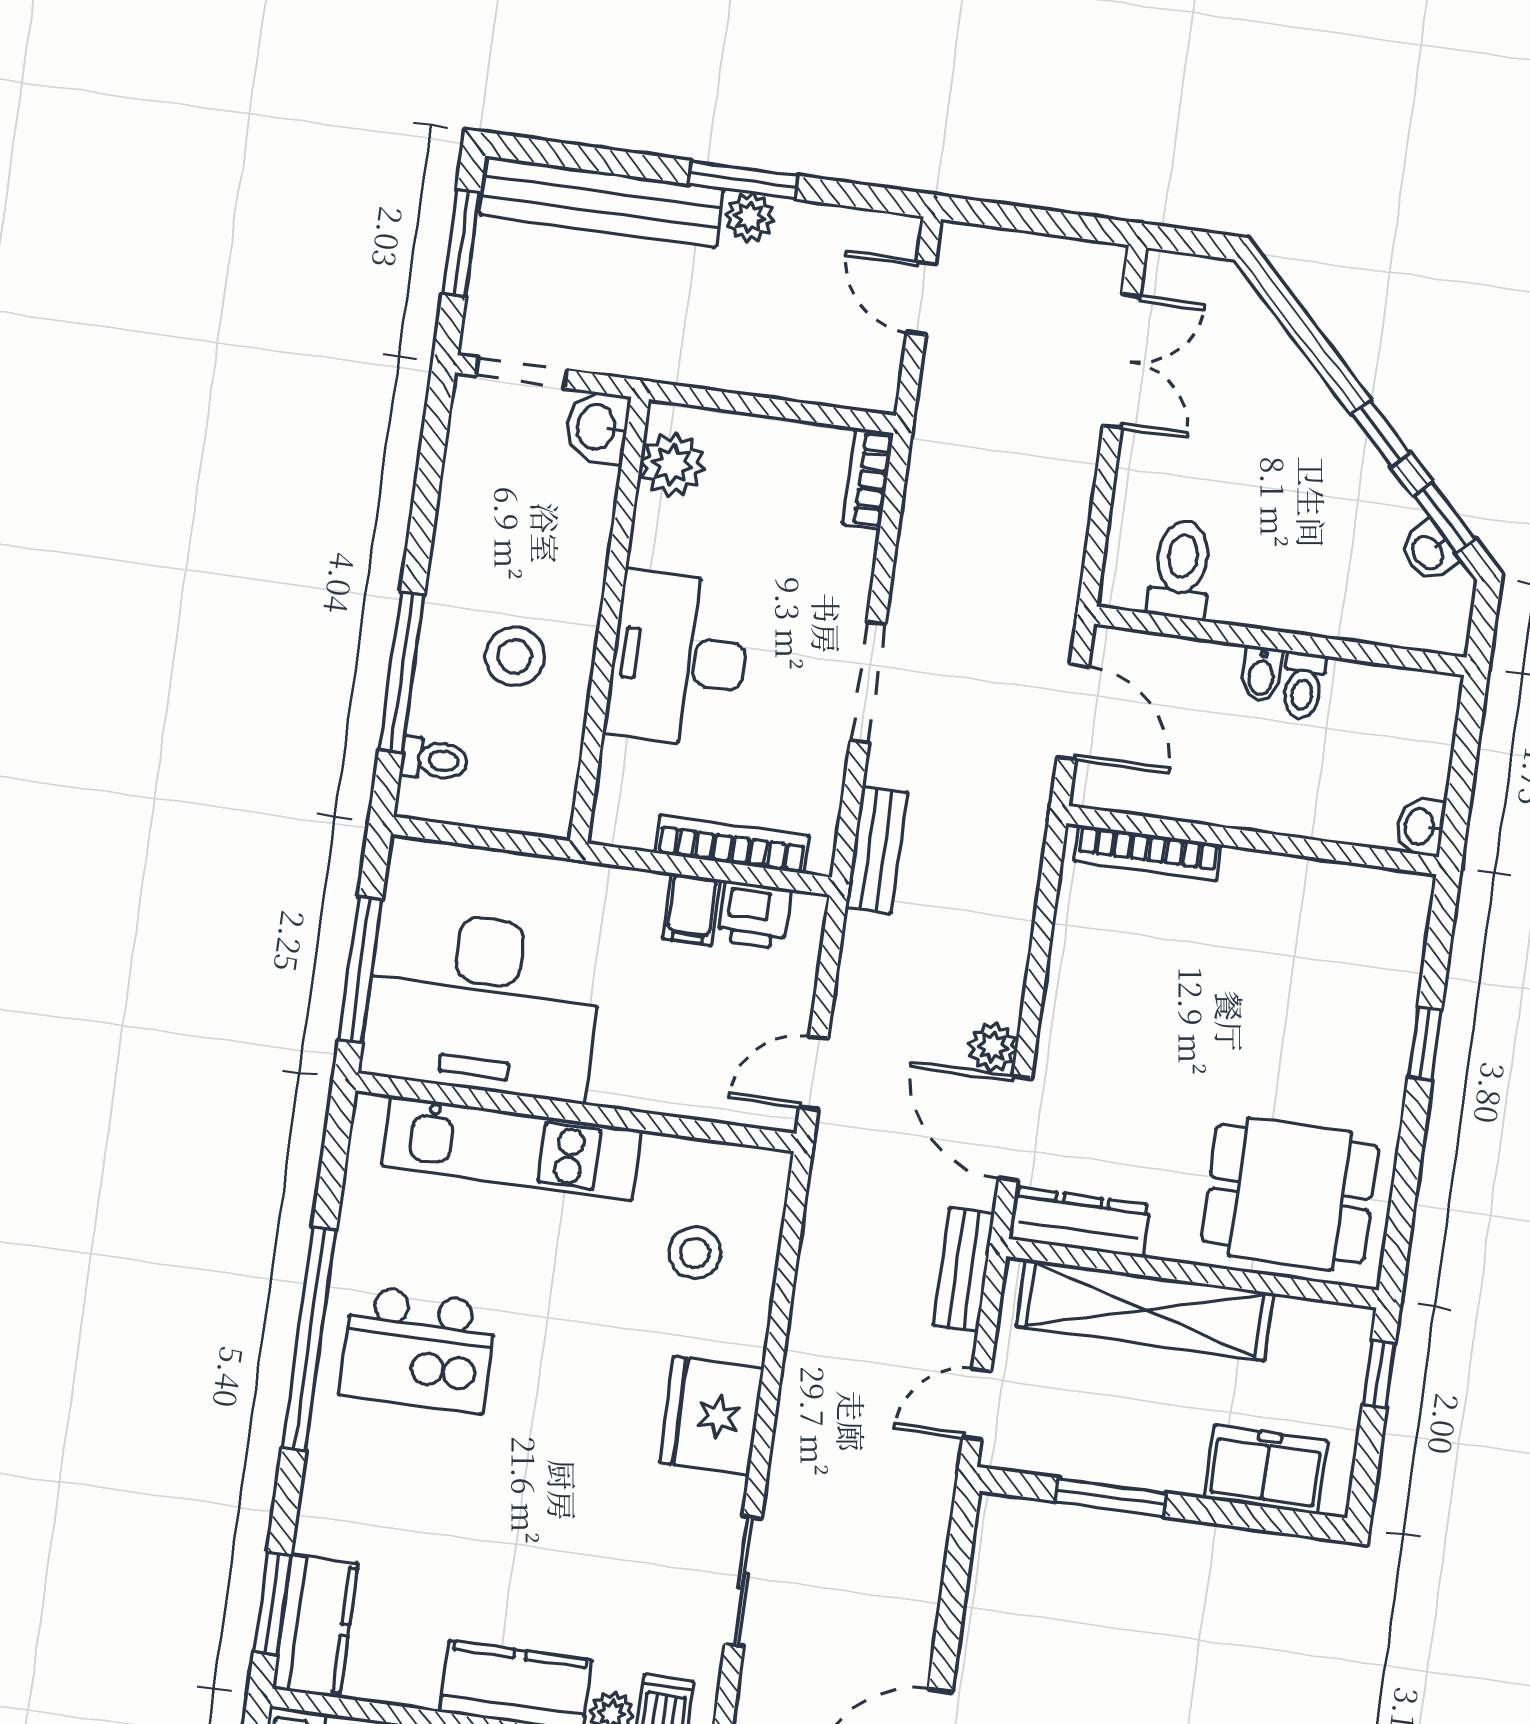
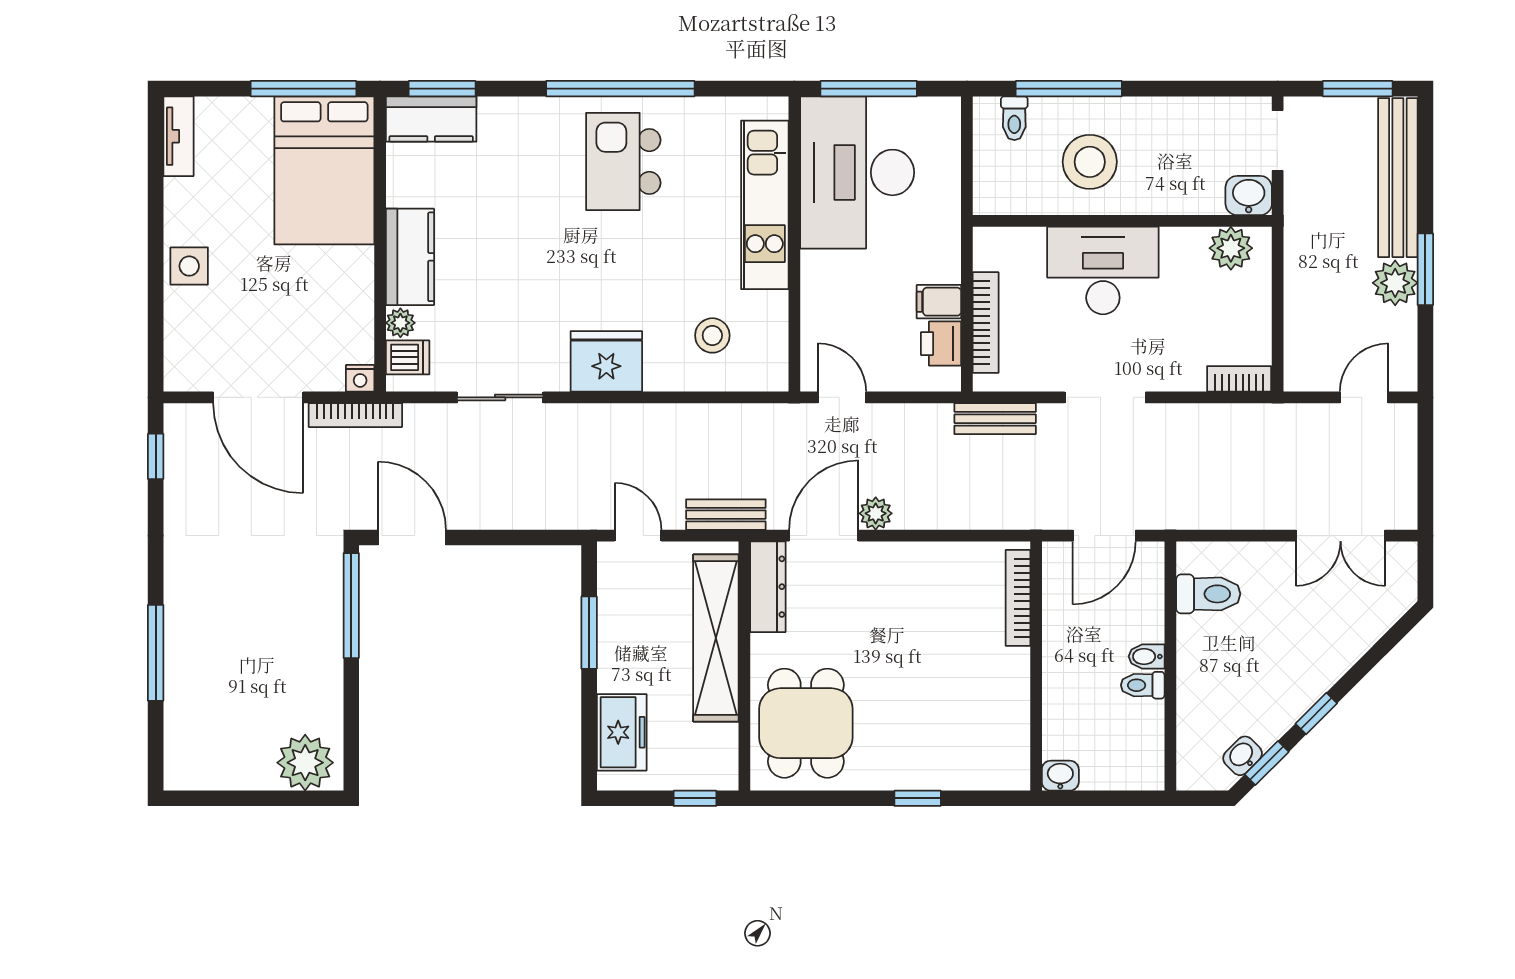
plant: (750, 217) -> (1395, 283), width x1.38, depth x1.38
stool: (515, 656) -> (1090, 162), width x1.38, depth x1.38

